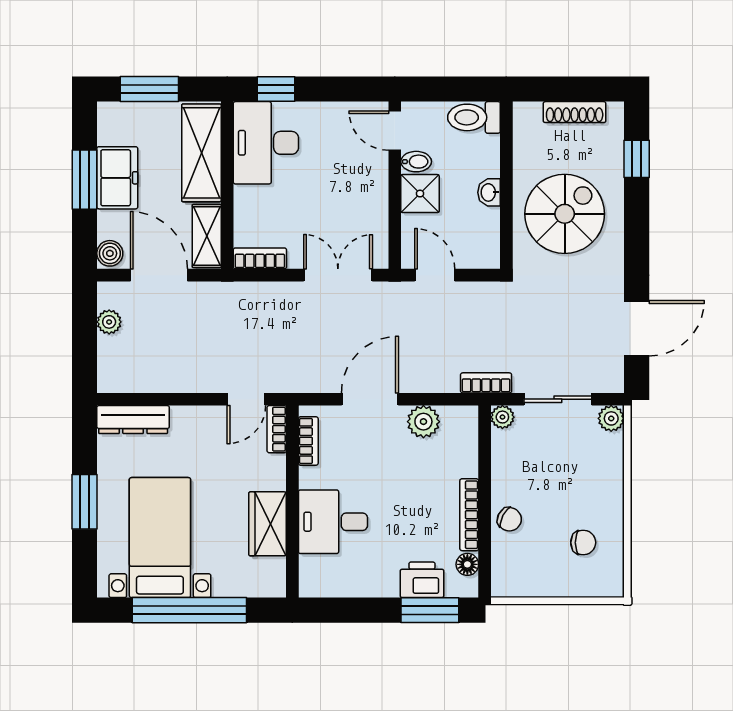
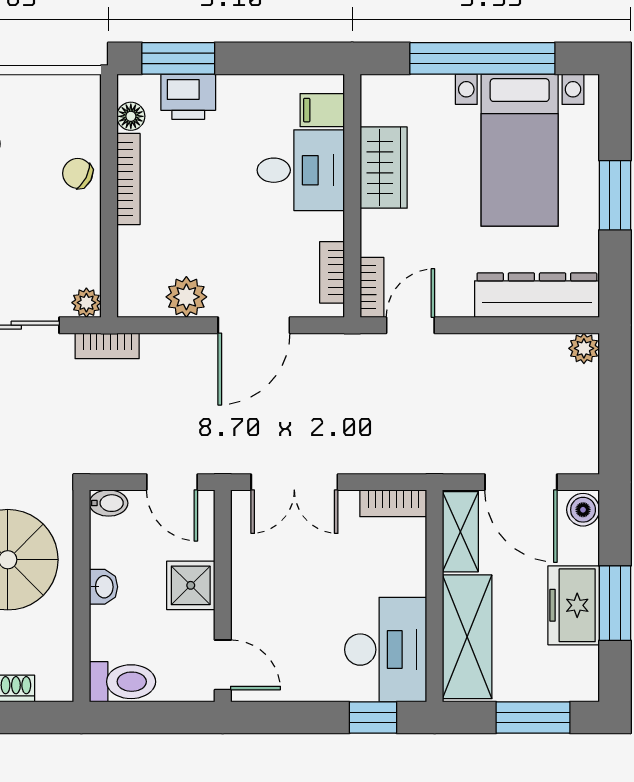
bidet: (416, 162) -> (109, 503), moved, turned 180
plant: (109, 322) -> (584, 348), moved
dresser: (133, 420) -> (537, 295), width x1.37, depth x1.24
filing cabinet: (316, 569) -> (322, 110), added

